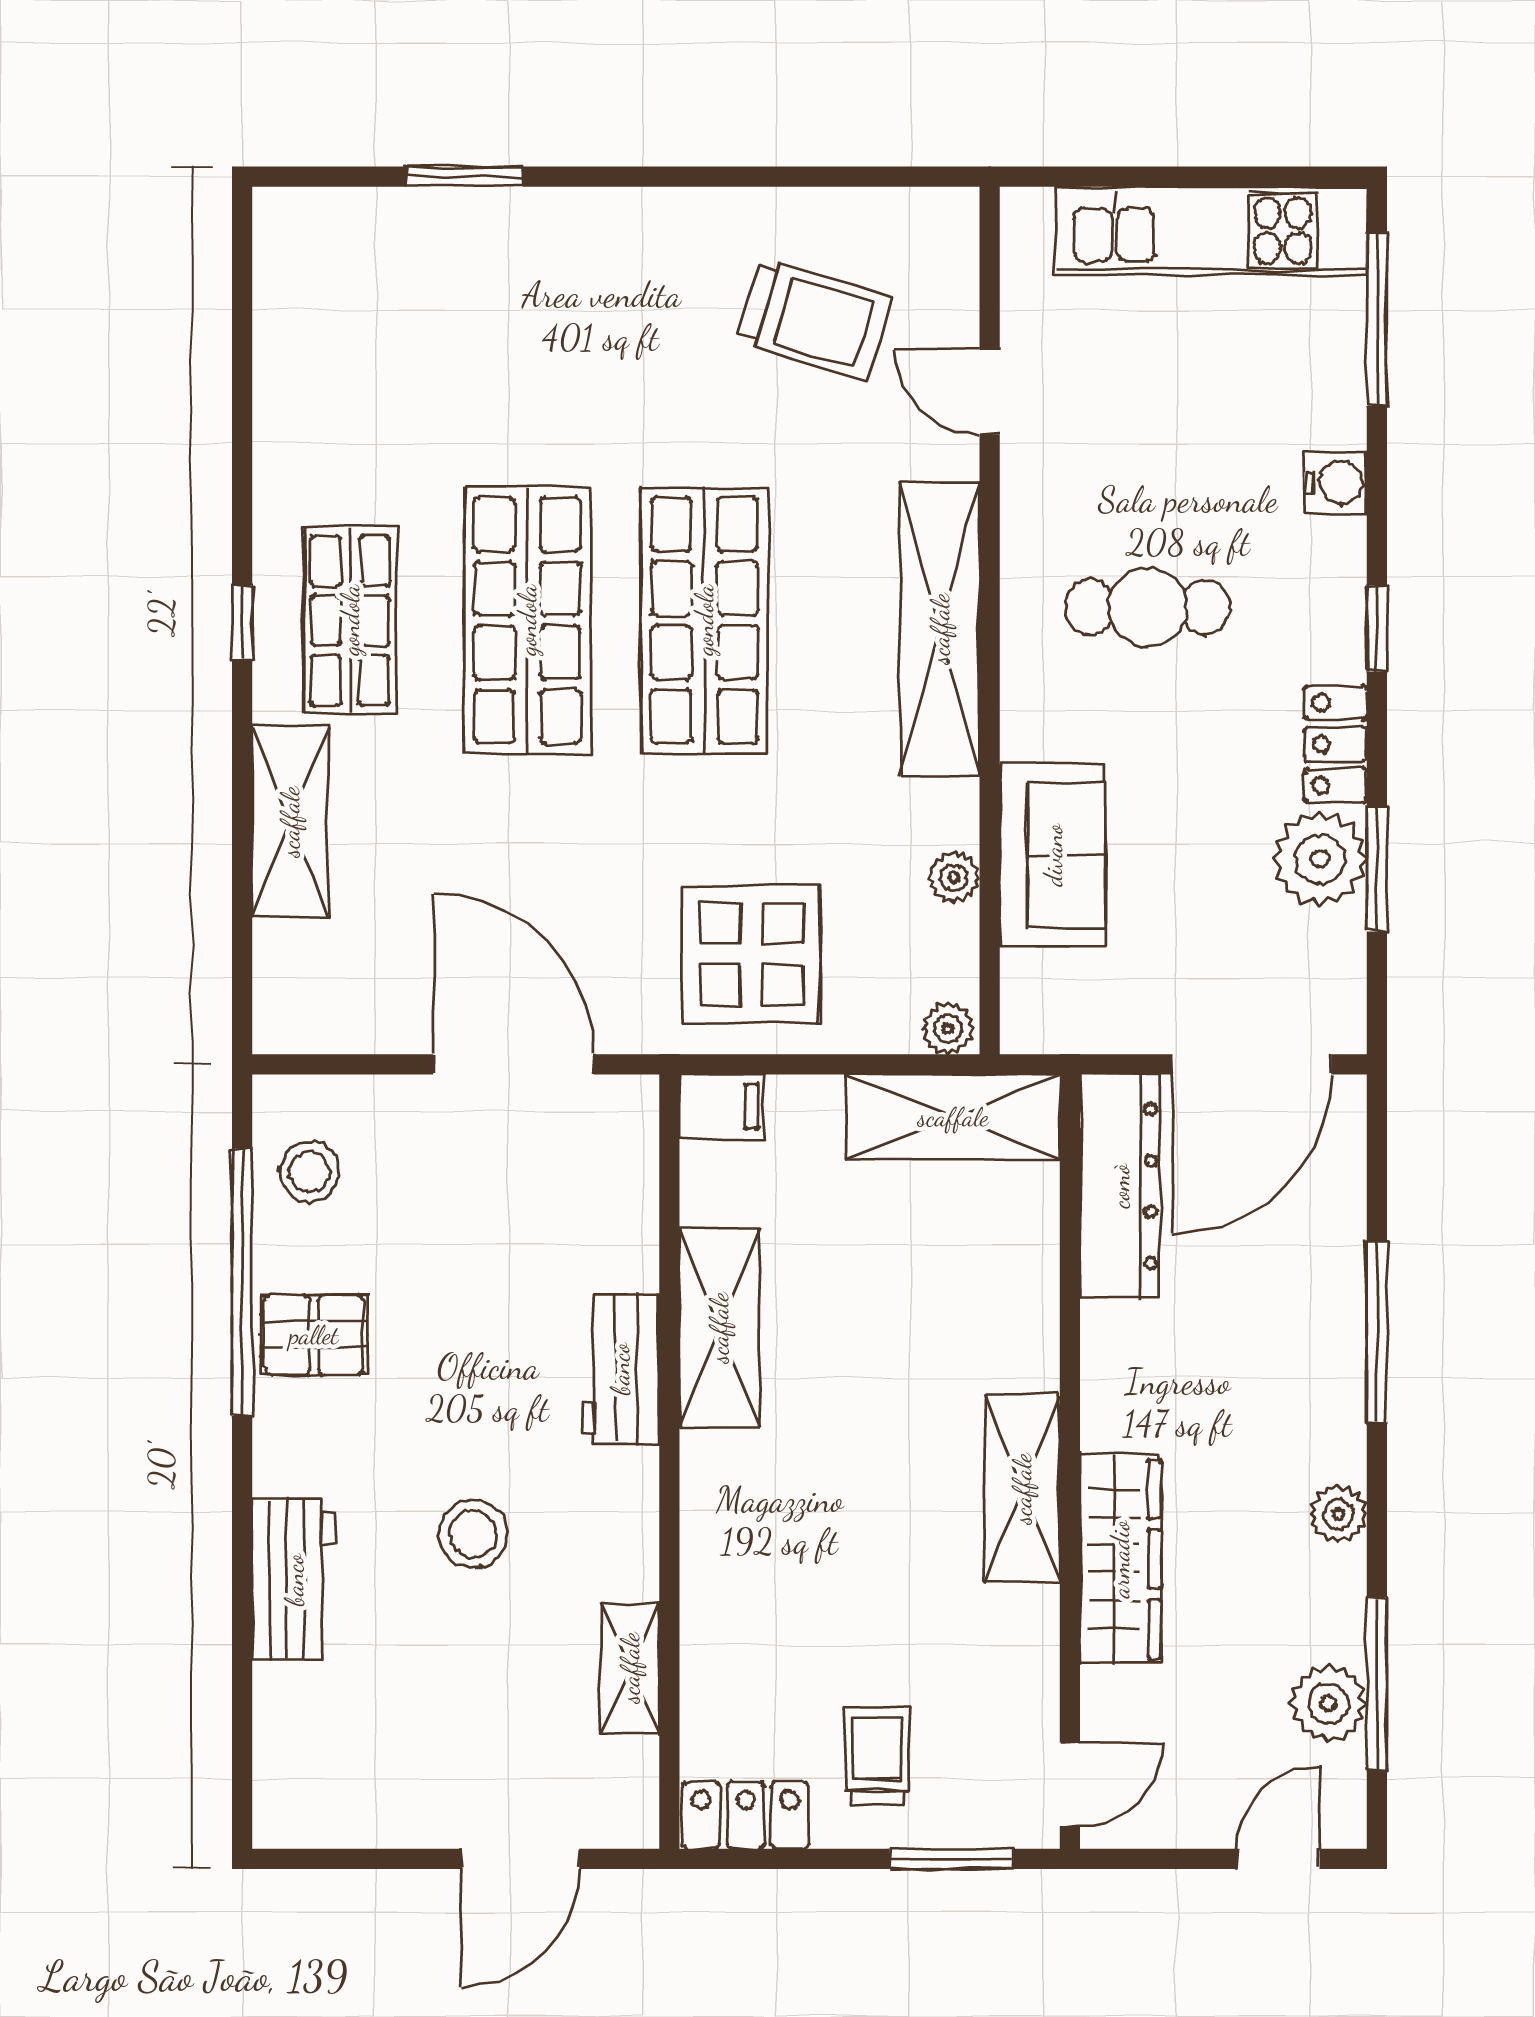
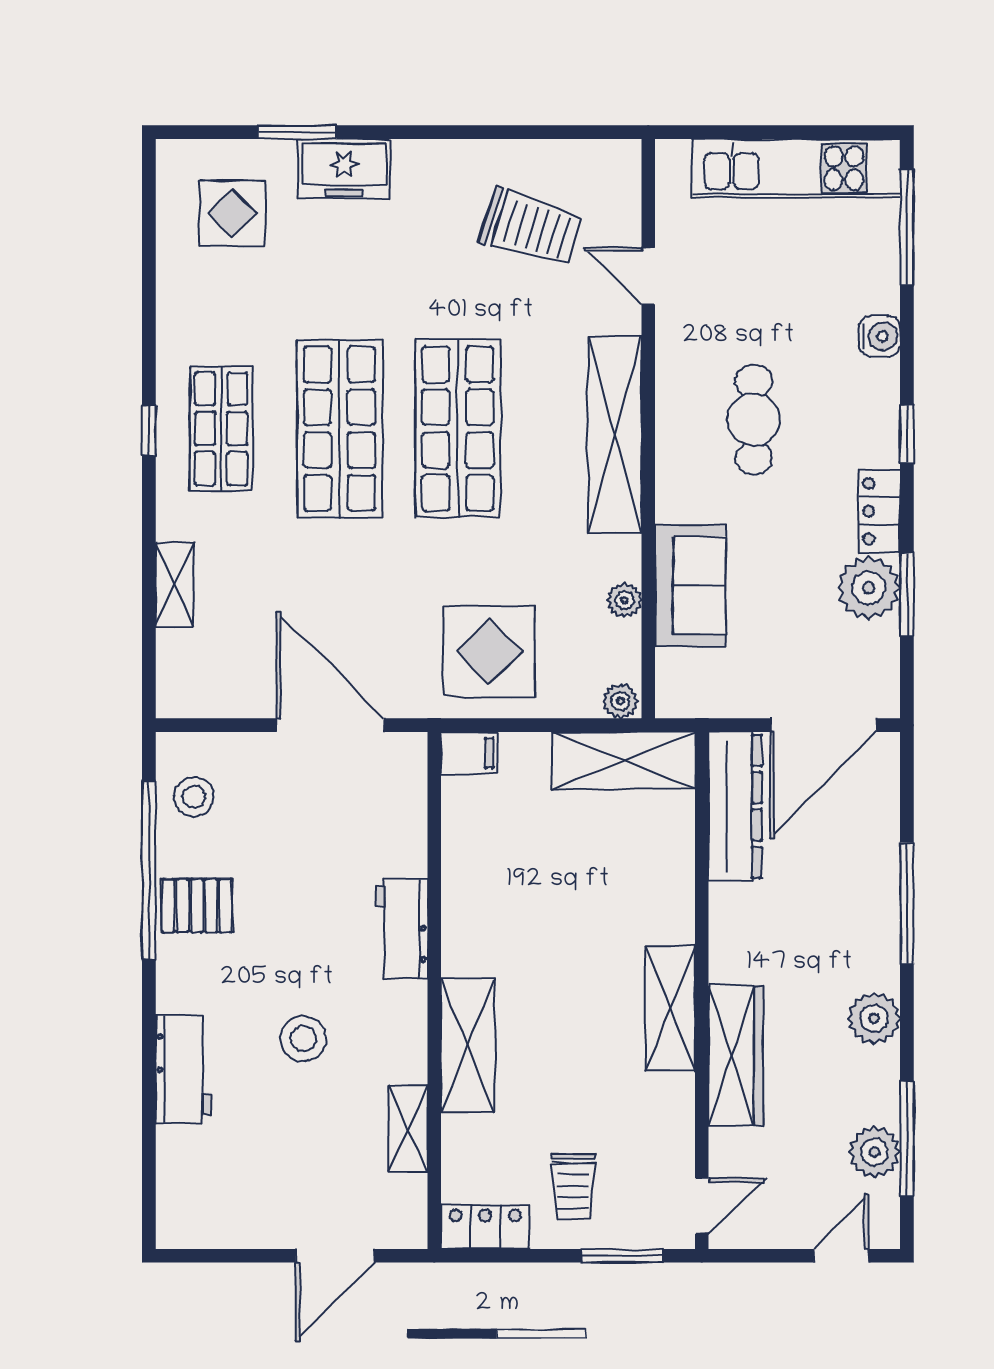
freezer: (534, 231) -> (344, 169), added
display table: (367, 298) -> (232, 213), added
cafe table: (1148, 607) -> (754, 420), turned 90
shelving: (290, 822) -> (175, 584), width x0.67, depth x0.75
shelving: (719, 1328) -> (468, 1045), moved
plant: (1338, 1514) -> (874, 1018), width x1.38, depth x1.38
trolley: (877, 1755) -> (573, 1187), turned 180

